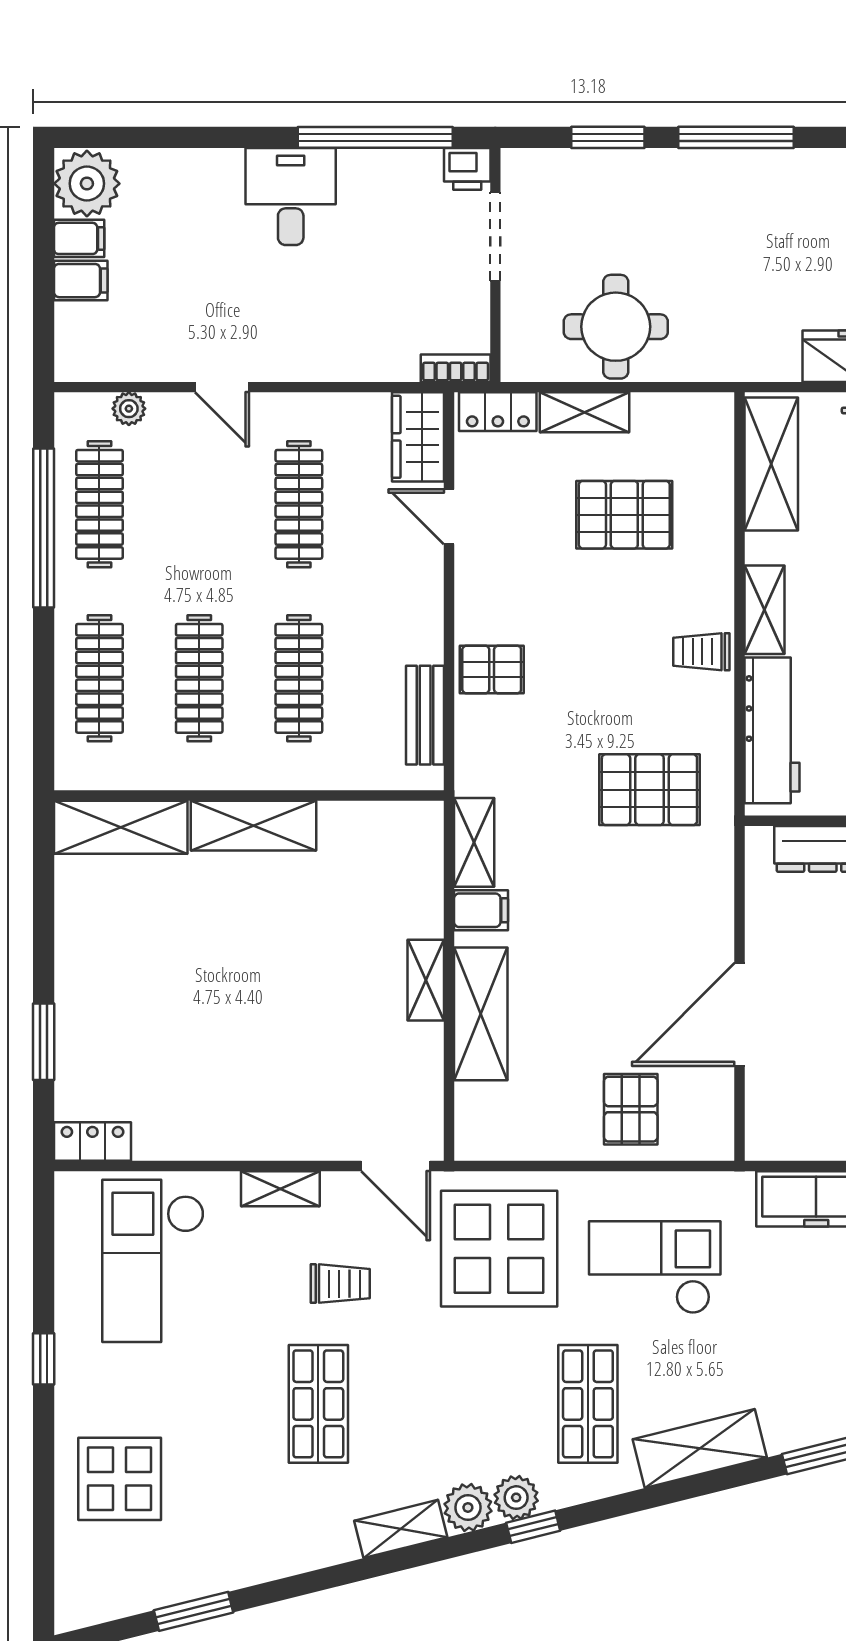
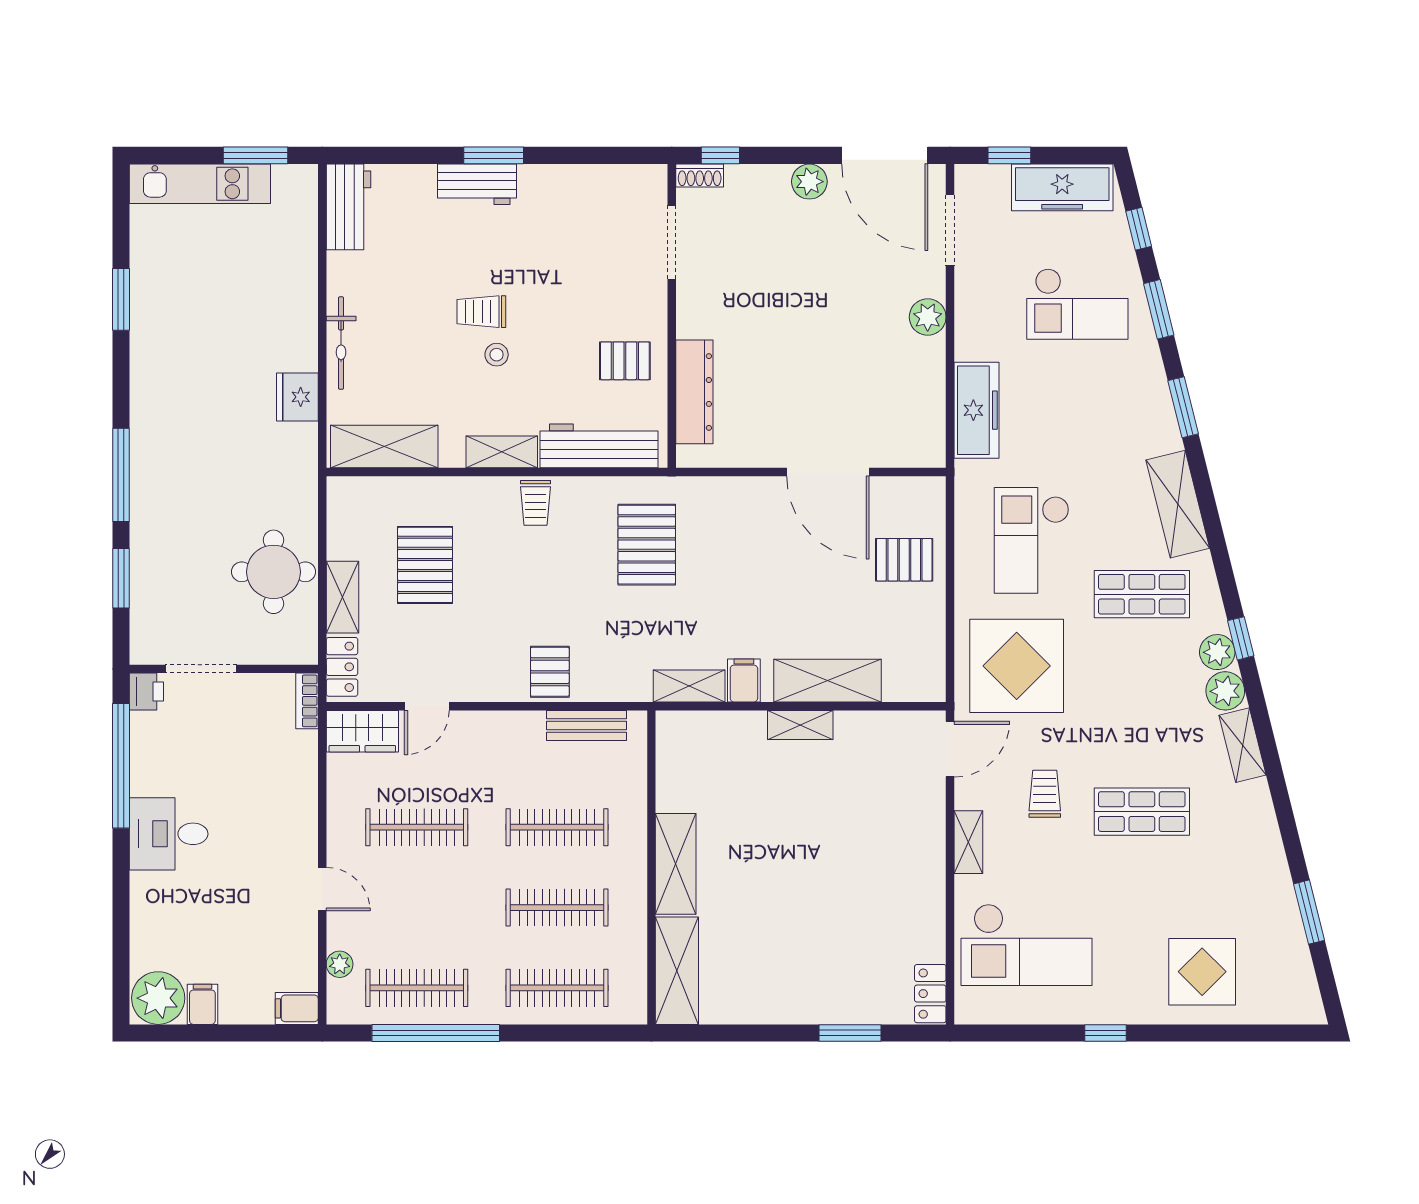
filing cabinet: (81, 281) -> (297, 1008), moved, turned -90
door: (222, 387) -> (322, 889), hinge flipped

